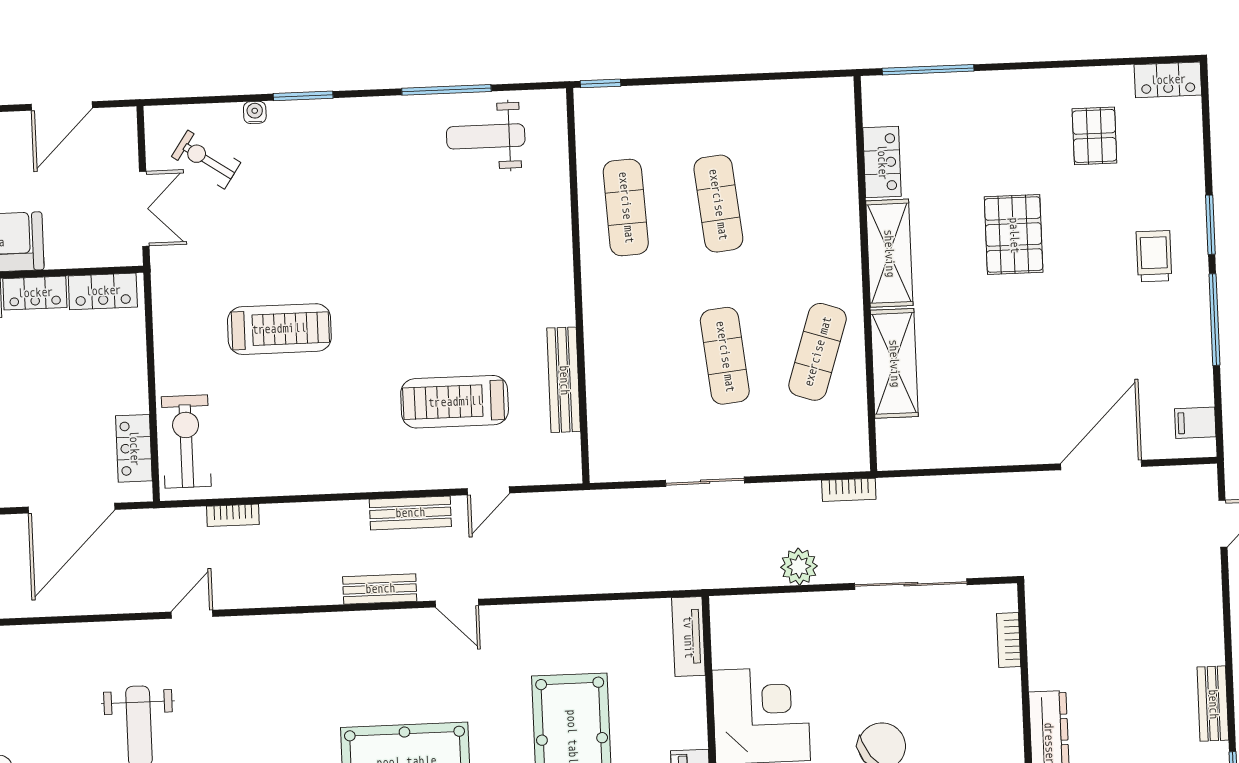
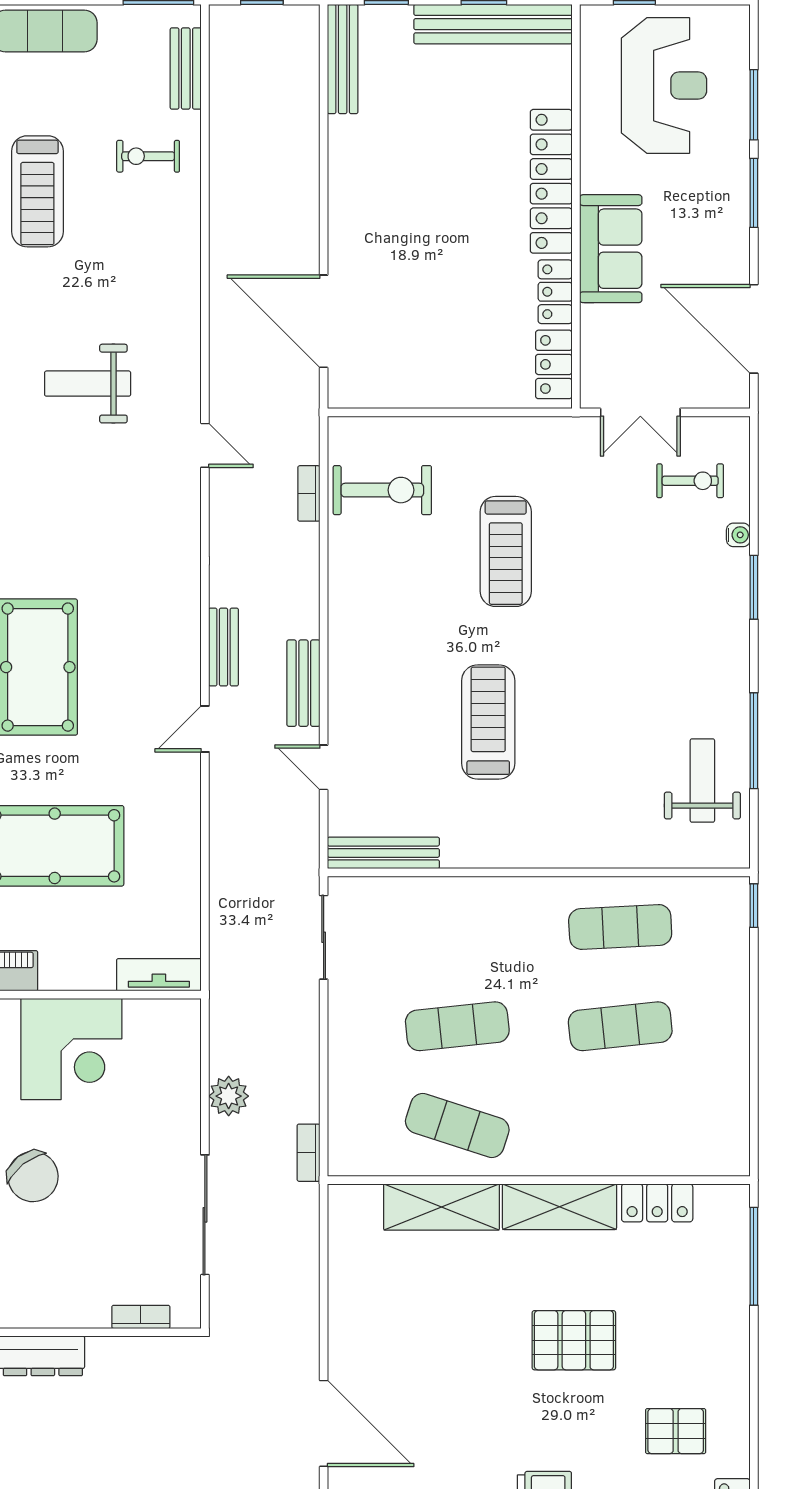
door: (62, 106) -> (754, 329), width x1.36
exercise bike: (206, 160) -> (690, 481), turned 56
bench: (564, 380) -> (383, 853), moved
treadmill: (455, 402) -> (488, 722), moved
exercise bike: (186, 441) -> (382, 490), moved
locker: (134, 448) -> (385, 391), removed
sliding door: (705, 482) -> (324, 937), moved

